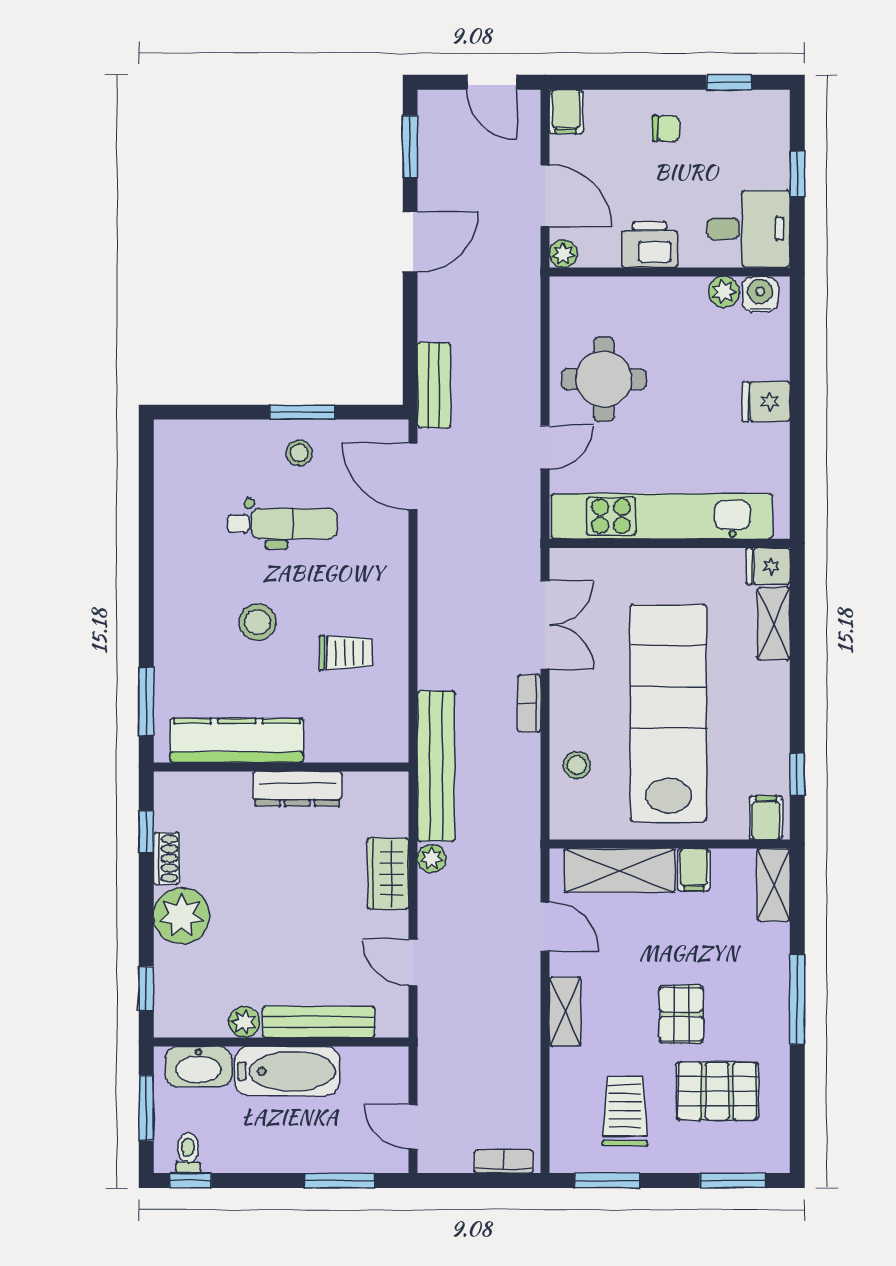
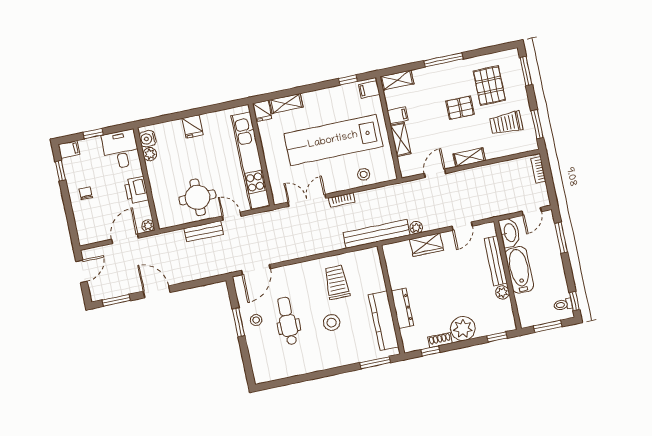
filing cabinet: (566, 112) -> (69, 149), moved
bench: (434, 385) -> (204, 231), moved
trolley: (346, 653) -> (337, 282), width x1.36, depth x1.39
dresser: (297, 789) -> (402, 308), moved
shelving: (619, 871) -> (401, 139), width x0.67, depth x0.75
washbasin: (198, 1067) -> (510, 233), moved

